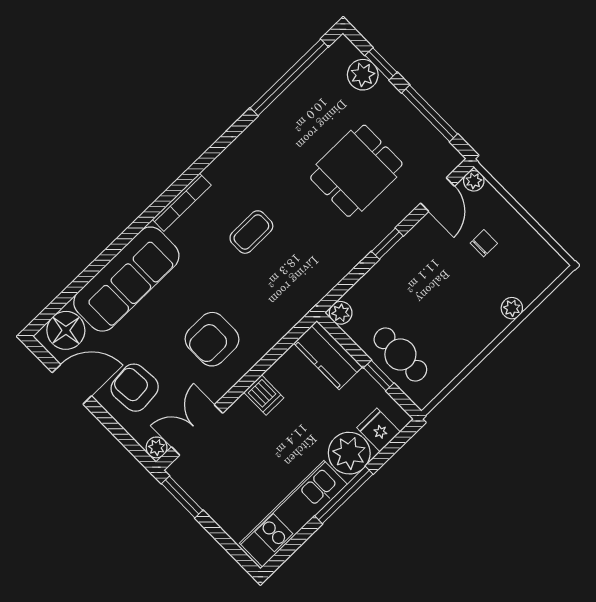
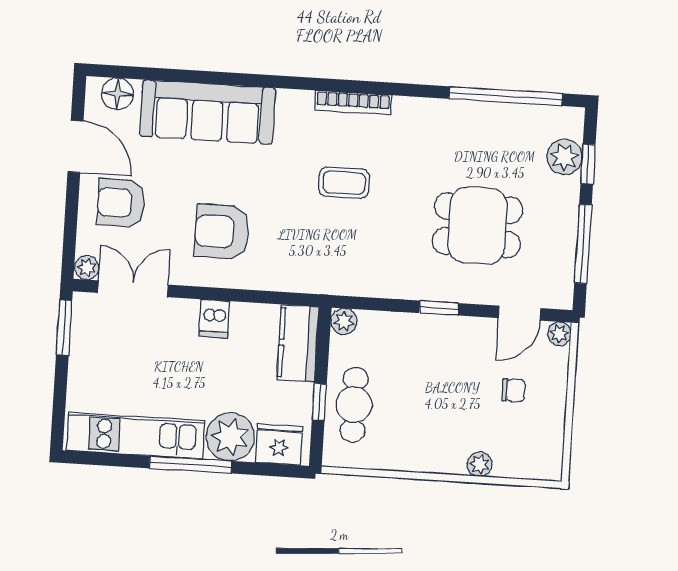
bookcase: (182, 202) -> (353, 103), moved
floor lamp: (66, 330) -> (117, 94), width x0.73, depth x0.73
armchair: (135, 388) -> (121, 203), turned -85
fridge: (379, 430) -> (279, 444), width x1.38

